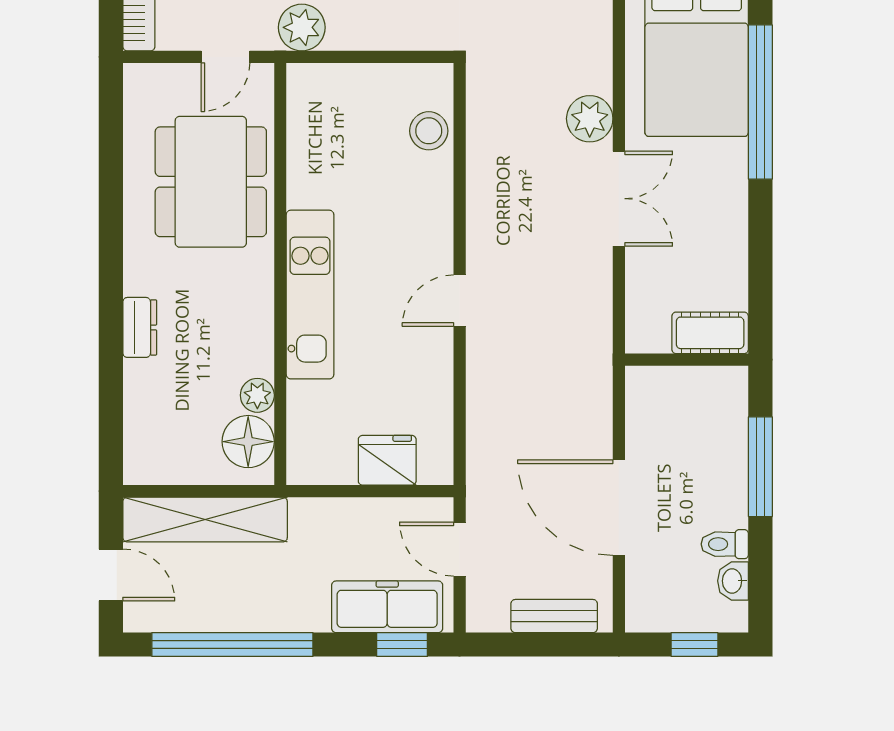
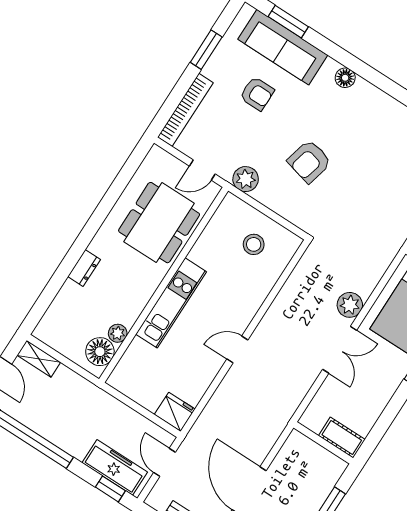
stool: (429, 131) -> (254, 244), moved
fridge: (387, 460) -> (175, 412), moved
shelving: (205, 520) -> (39, 359), width x0.45, depth x0.75

